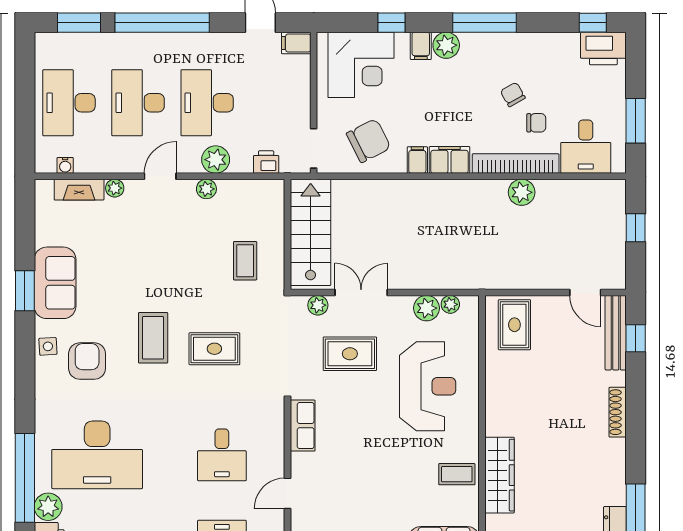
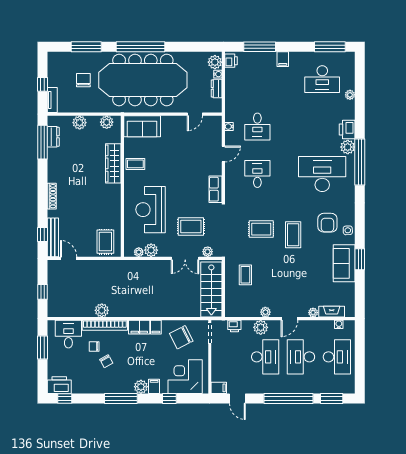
desk: (138, 103) -> (301, 357), turned 180

